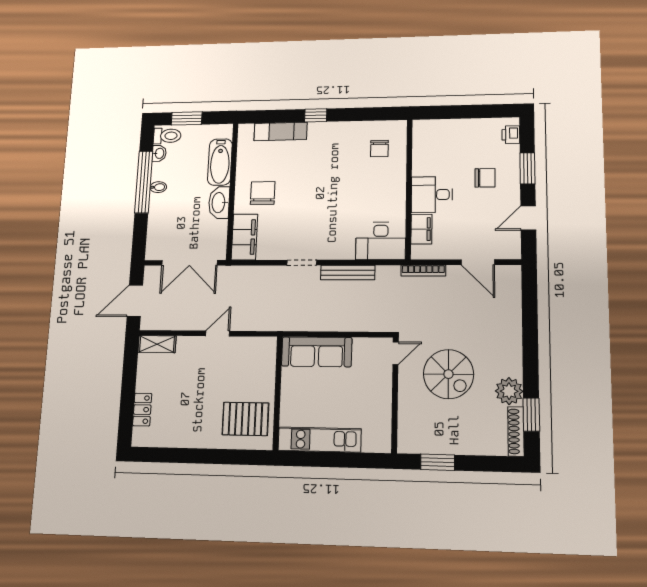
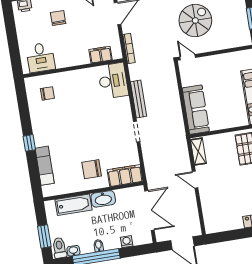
desk: (432, 195) -> (41, 57), moved
washing machine: (155, 225) -> (127, 242), added
shelving: (157, 344) -> (198, 152), moved

